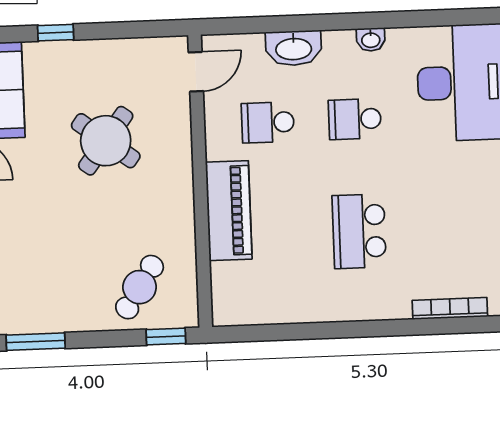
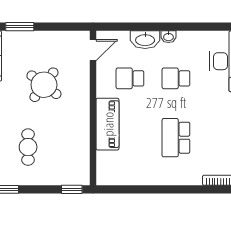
window: (56, 33) -> (20, 27), width x1.50
washbasin: (371, 40) -> (168, 37), moved
cafe table: (140, 287) -> (28, 147), moved, turned -33

